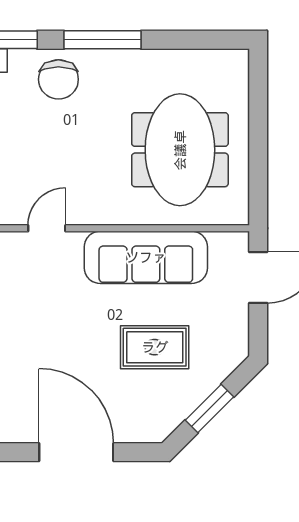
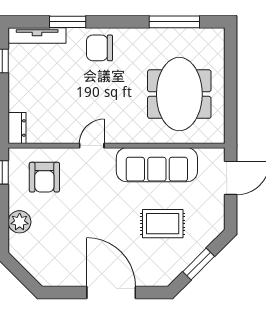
window: (103, 40) -> (174, 22), moved
chair: (58, 79) -> (100, 48), turned 90

